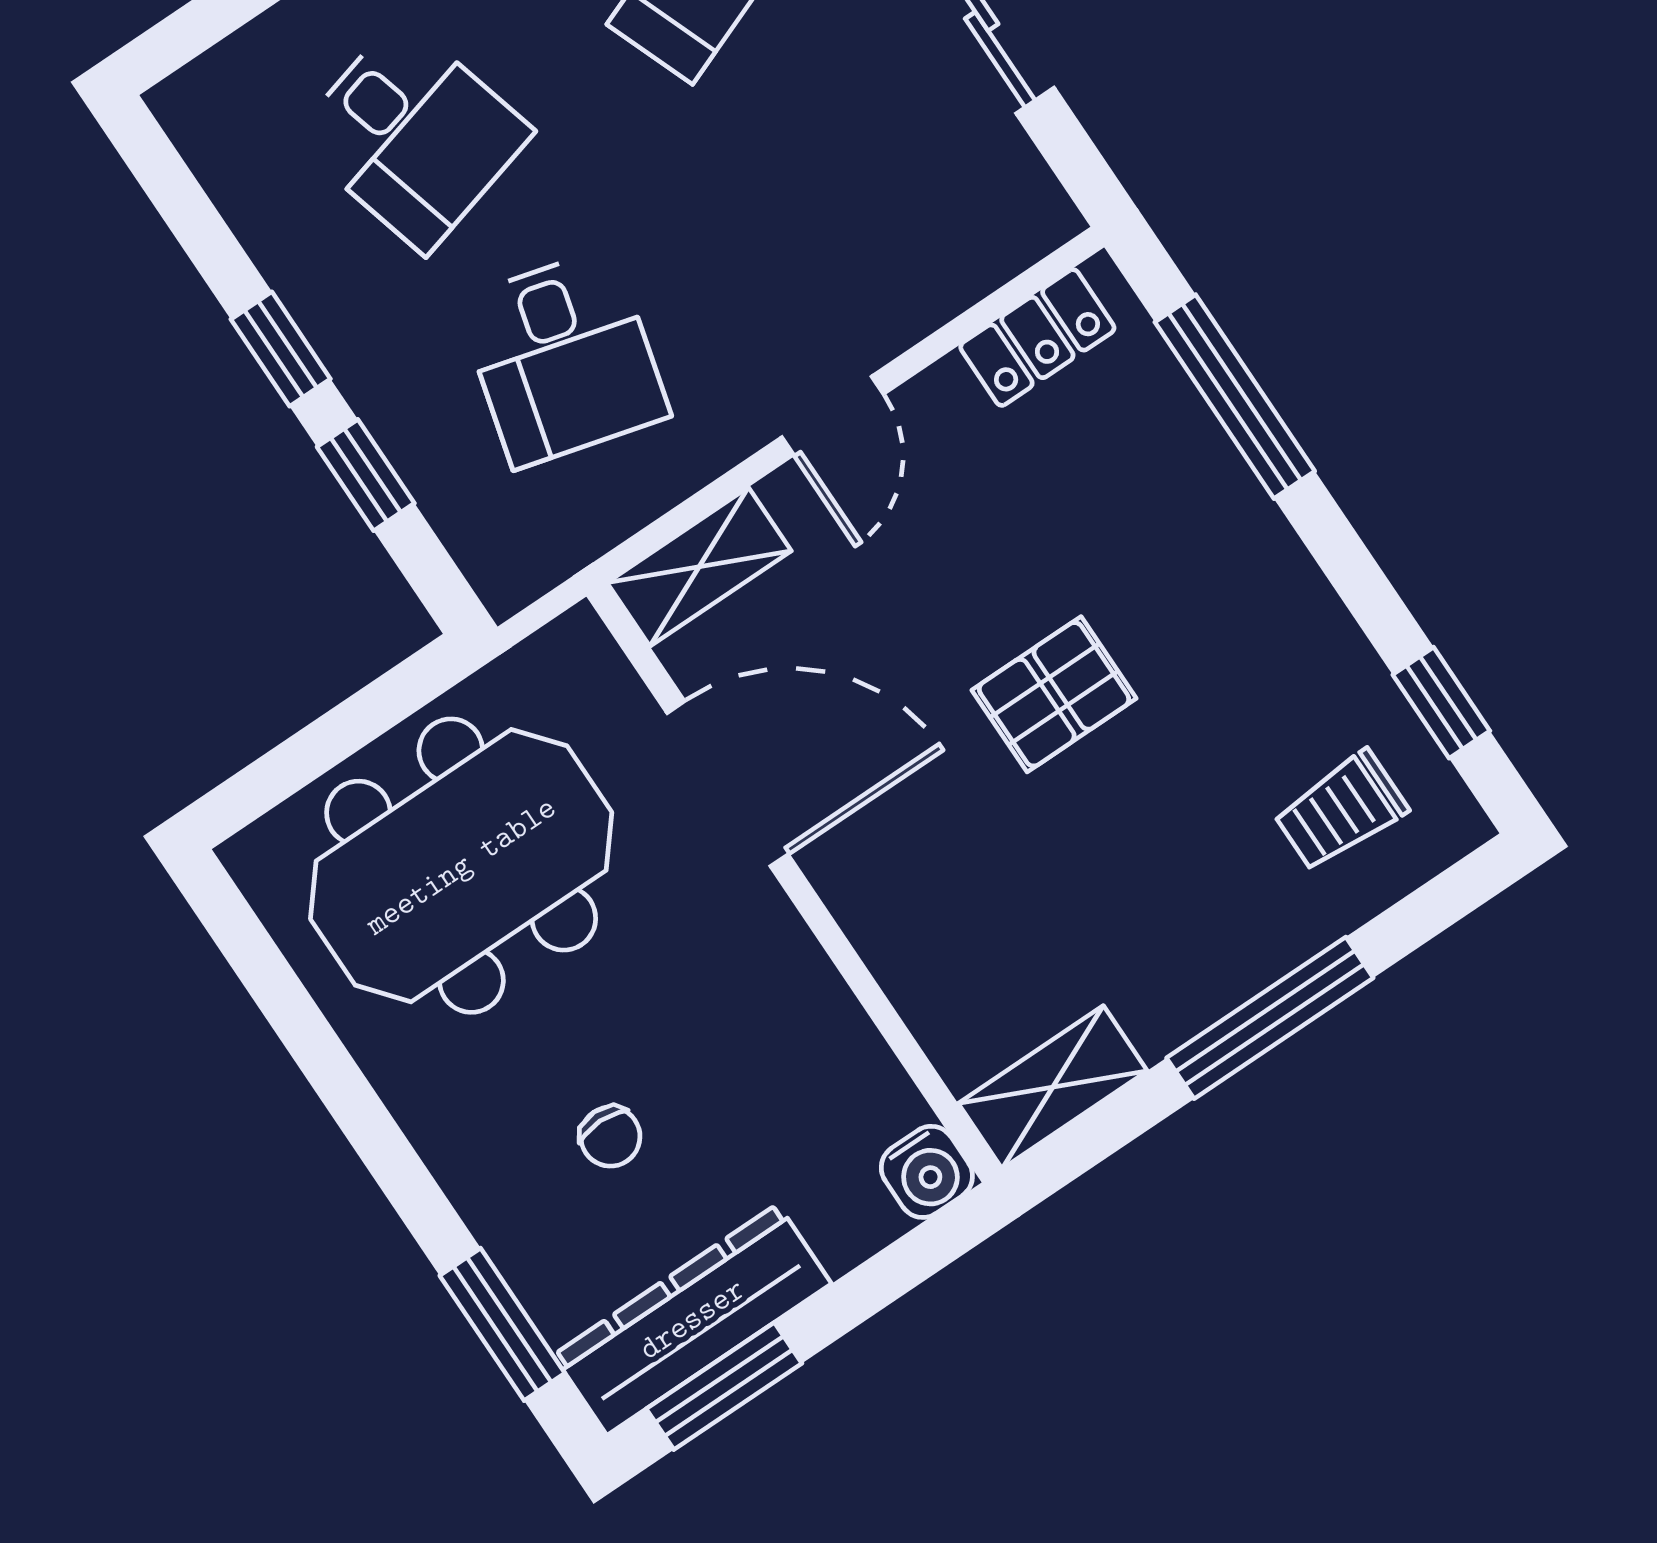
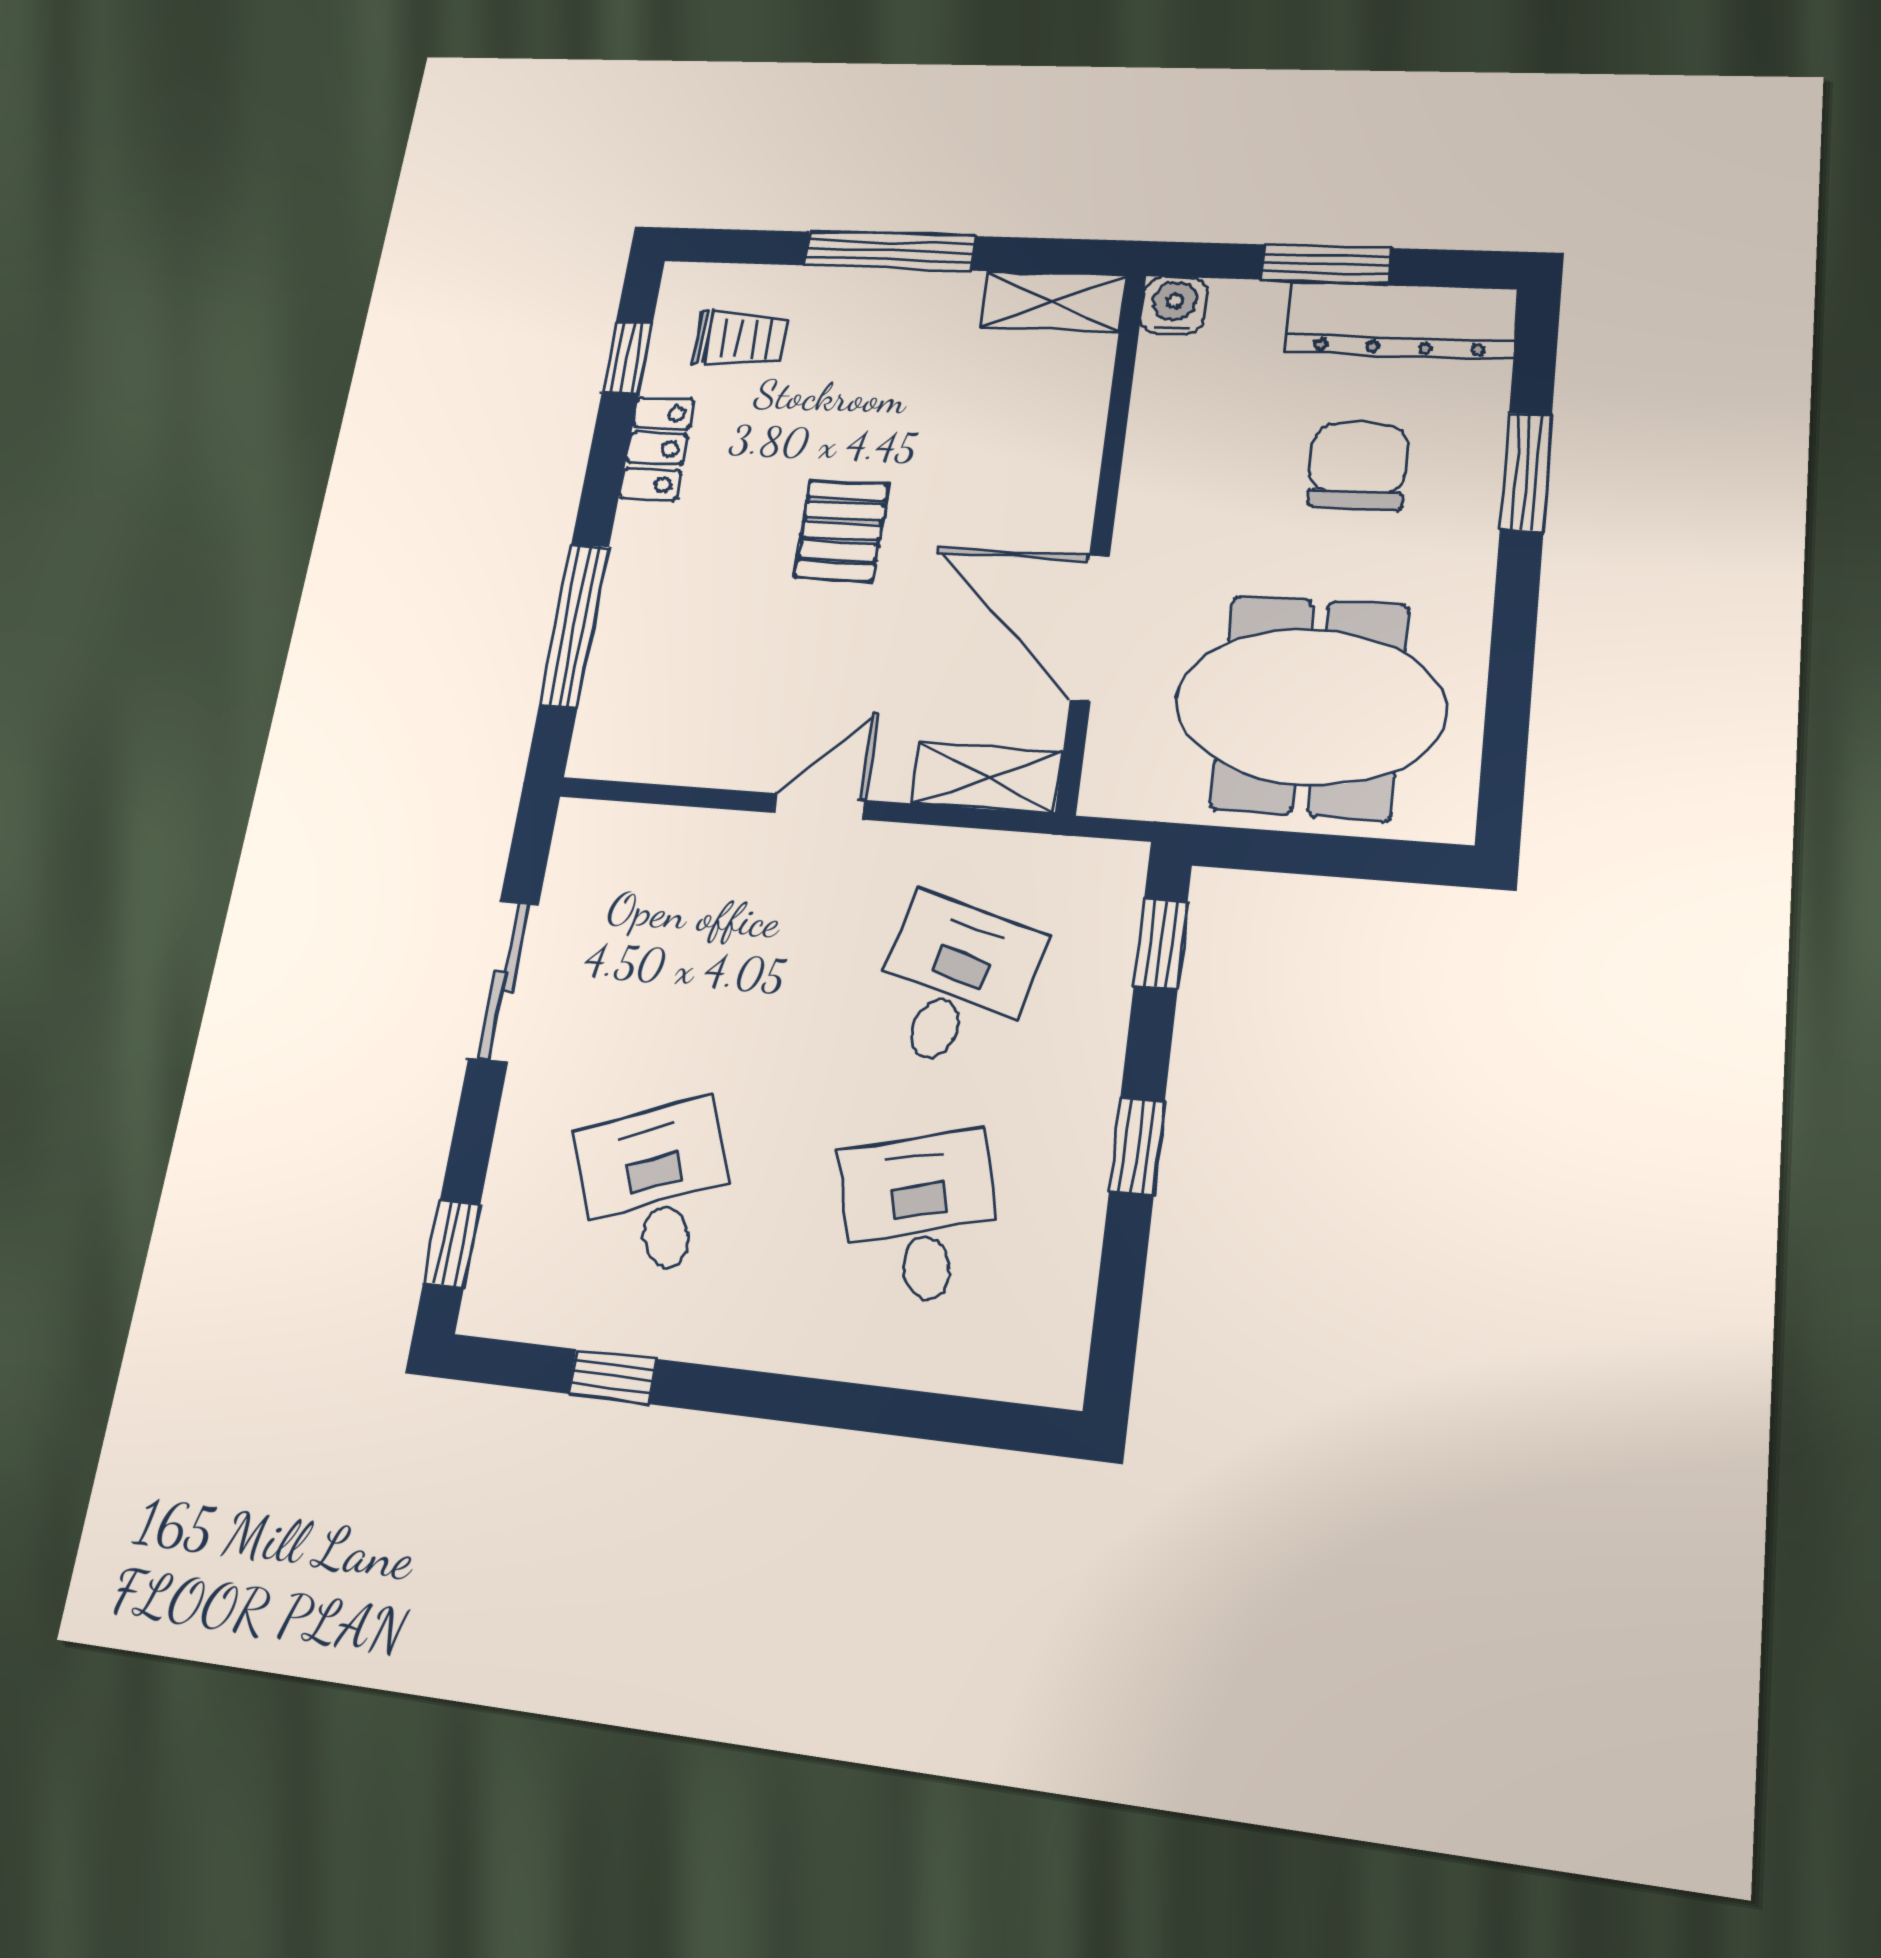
locker: (1037, 337) -> (657, 448), moved, turned 90
window: (366, 475) -> (1161, 944), moved
pallet: (1054, 694) -> (841, 530), turned 90
chair: (610, 1137) -> (1358, 466), width x1.87, depth x1.87
window: (502, 1324) -> (1526, 472), moved
window: (724, 1386) -> (1326, 264), moved

